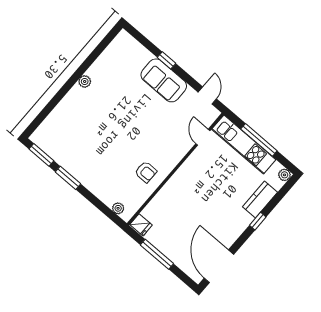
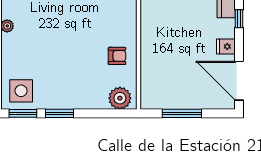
side table: (54, 137) -> (21, 91), added
plant: (118, 208) -> (120, 98), width x1.87, depth x1.87
fridge: (141, 225) -> (226, 46), moved, turned 180

